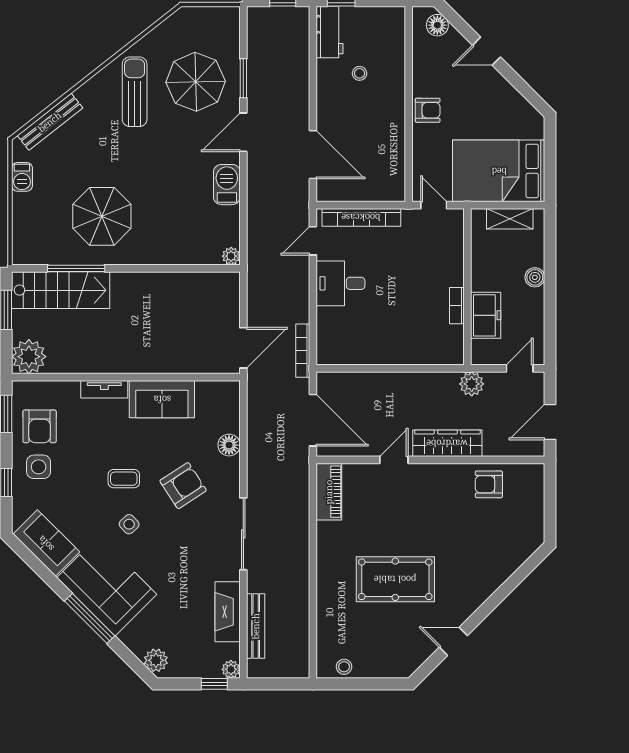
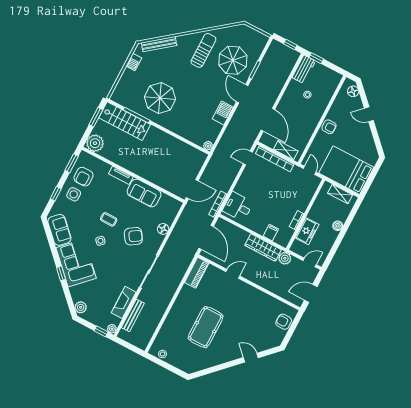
door: (243, 132) -> (242, 94), hinge flipped
shelving: (373, 192) -> (286, 150), added
desk: (340, 283) -> (238, 207), moved
filing cabinet: (423, 351) -> (271, 233), added
wardrobe: (447, 443) -> (263, 248), moved, turned 180
armchair: (489, 484) -> (284, 322), moved
pool table: (395, 579) -> (206, 327), turned 90
window: (90, 619) -> (61, 273), width x0.46
door: (453, 641) -> (251, 358), moved

